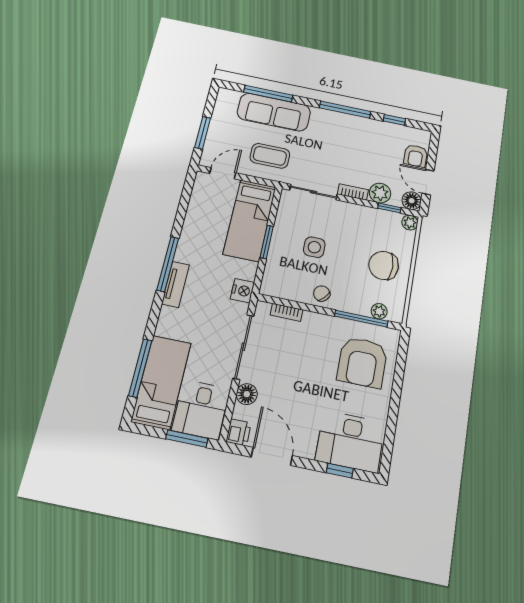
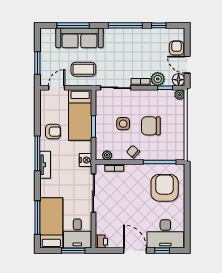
armchair: (416, 156) -> (177, 48), turned 180
armchair: (201, 236) -> (53, 132), added
chair: (384, 265) -> (151, 126), moved
plant: (379, 311) -> (107, 155), moved
armchair: (362, 362) -> (165, 188), turned 180
floor lamp: (247, 394) -> (101, 220), removed
door: (272, 456) -> (135, 251), moved

